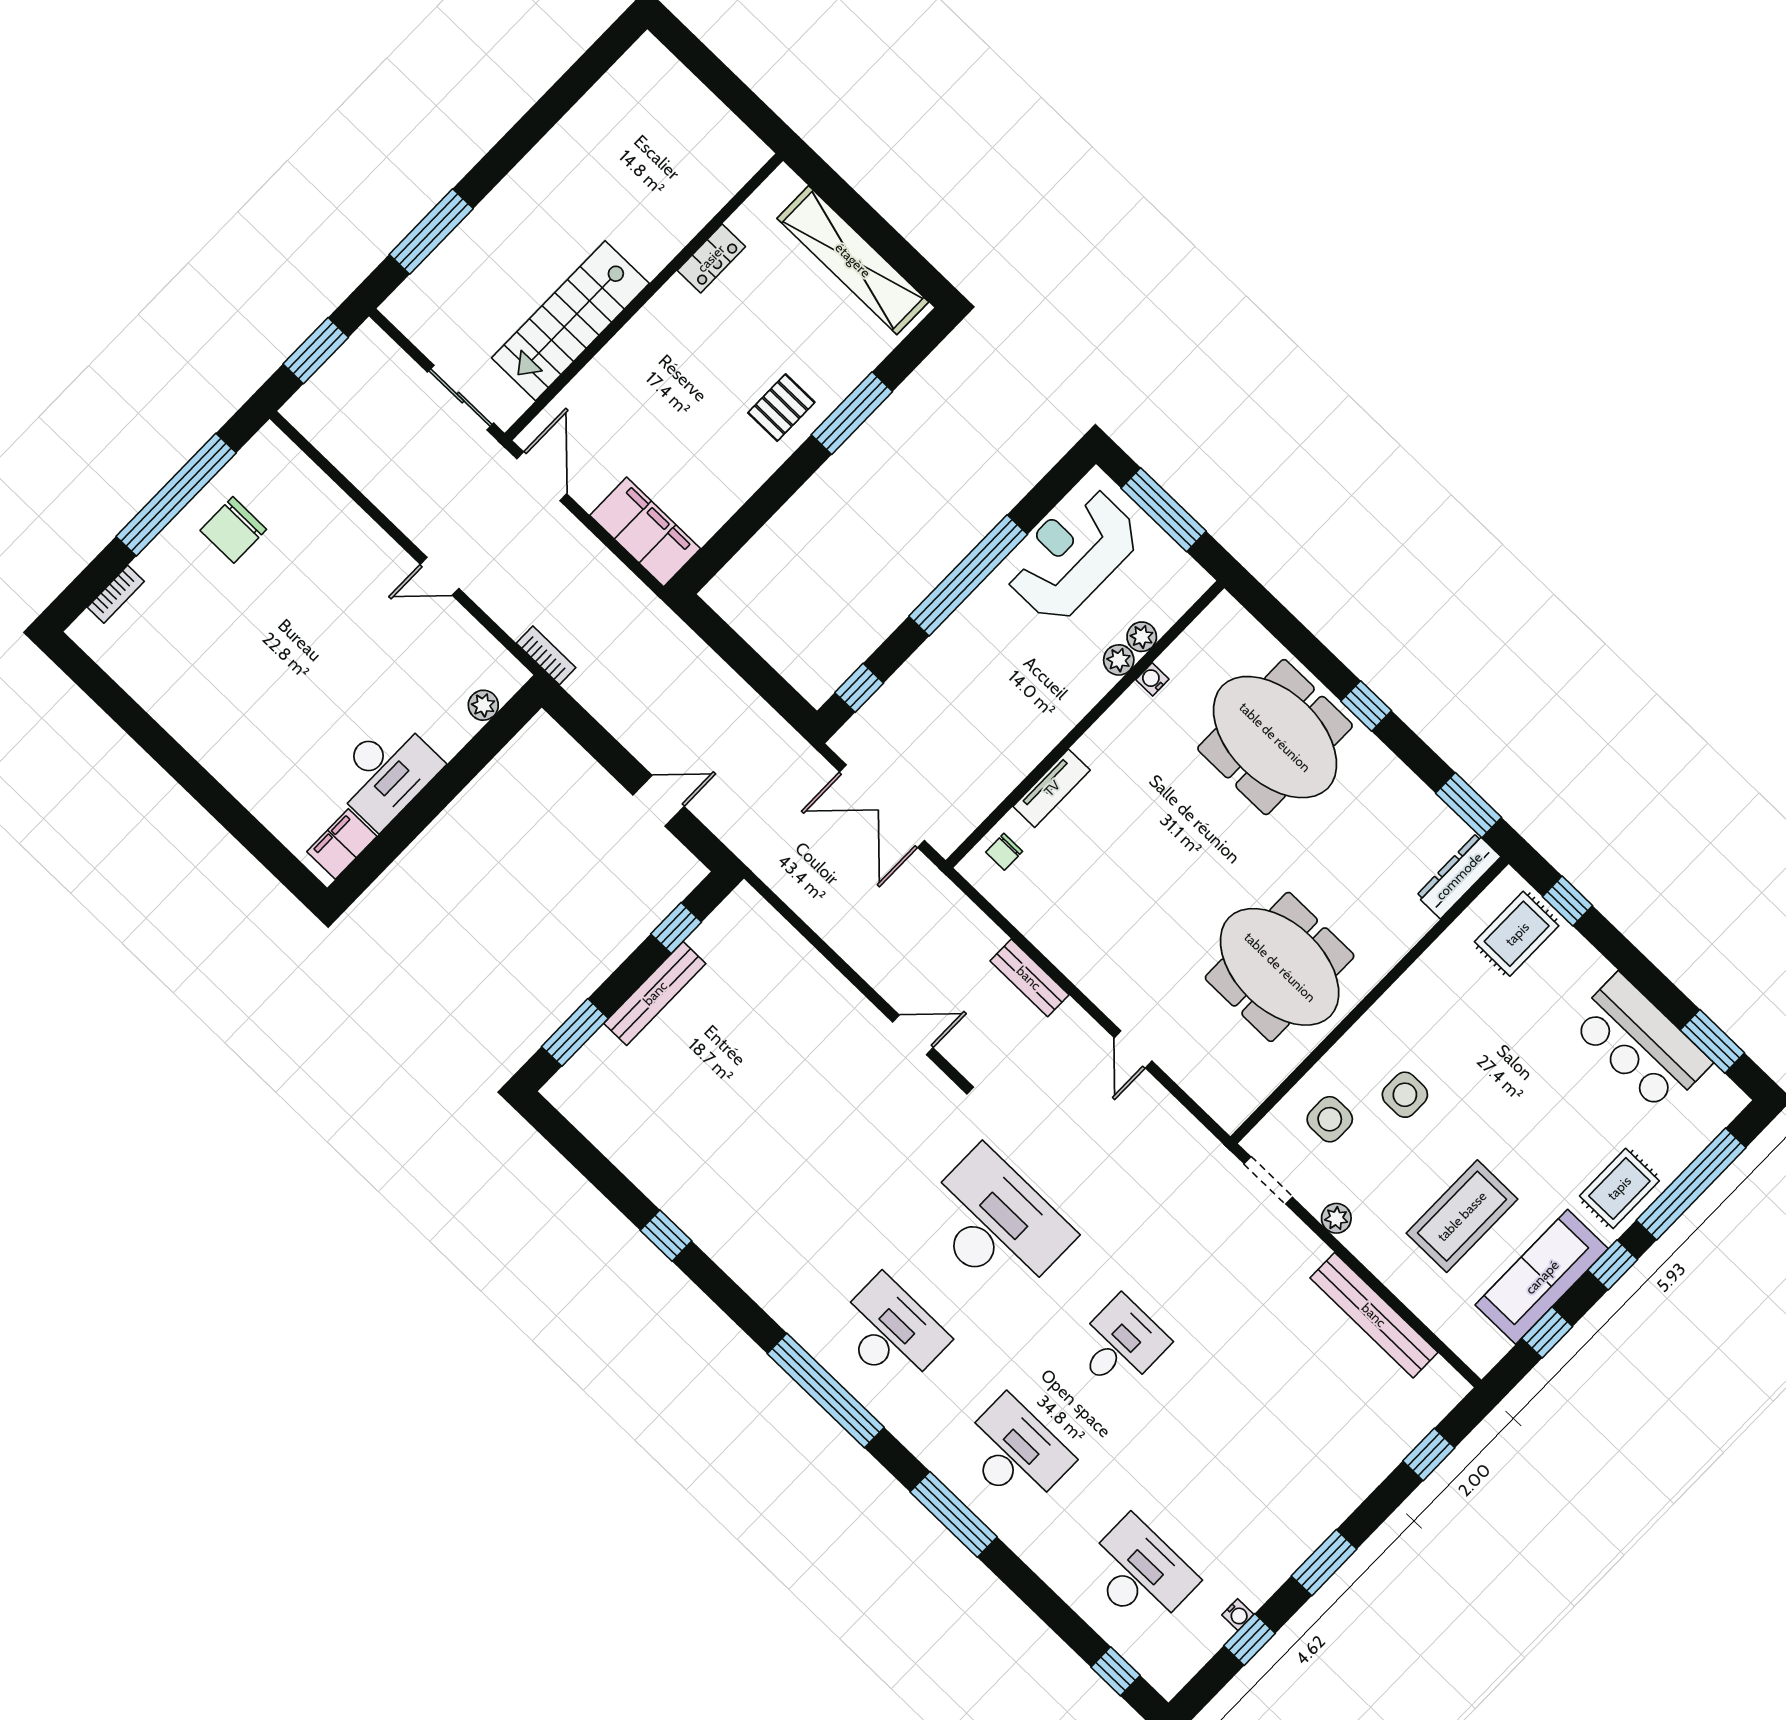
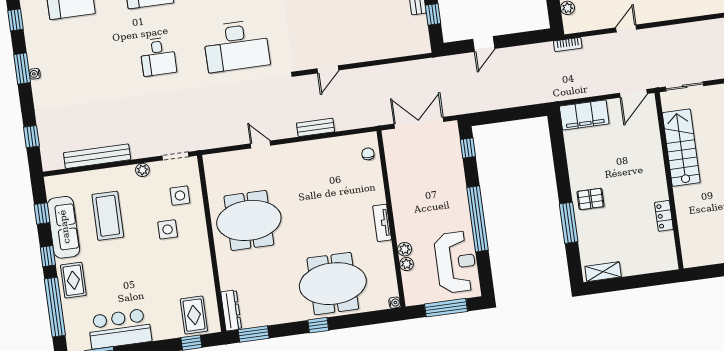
shelving: (853, 260) -> (603, 272), width x0.45, depth x0.75
pallet: (781, 408) -> (591, 199), turned 90
door: (542, 476) -> (633, 93), hinge flipped
water cooler: (1152, 679) -> (395, 303), moved
tv unit: (1052, 788) -> (382, 223), moved
water cooler: (1238, 1615) -> (35, 74), moved

